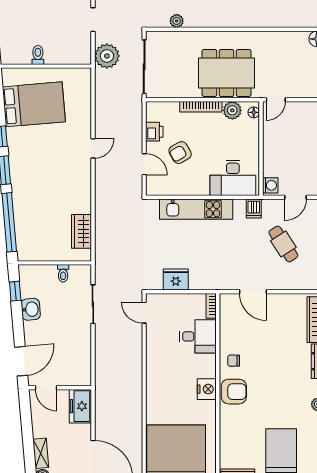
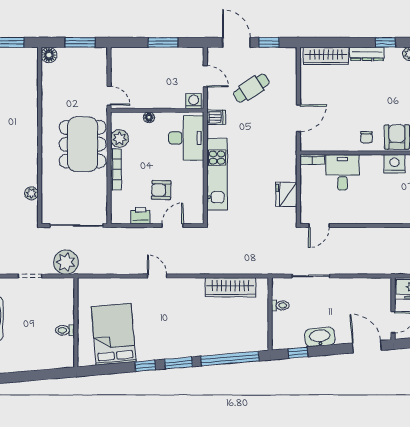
floor lamp: (254, 112) -> (149, 117), moved
armchair: (180, 153) -> (161, 190), turned 122
wardrobe: (81, 231) -> (230, 287), width x1.50
washbasin: (31, 309) -> (320, 337), width x1.38

